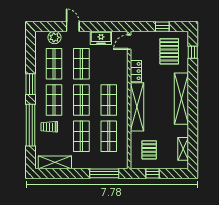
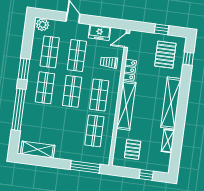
plant: (54, 37) -> (43, 25), moved
trolley: (49, 127) -> (109, 62), moved
shop shelf: (81, 136) -> (67, 127), removed
shelving: (183, 149) -> (168, 141), moved
window: (153, 173) -> (146, 175), moved

